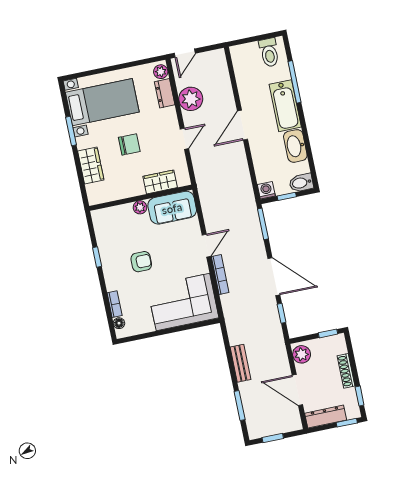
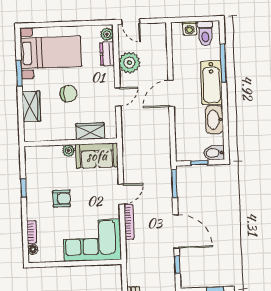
door: (185, 53) -> (131, 22), hinge flipped
washing machine: (266, 190) -> (190, 28), moved, turned 180

